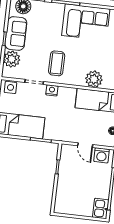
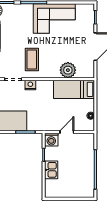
door: (85, 145) -> (67, 132), swing flipped
washing machine: (102, 155) -> (51, 140), moved
kitchen sink: (101, 209) -> (51, 170), moved, turned 180

